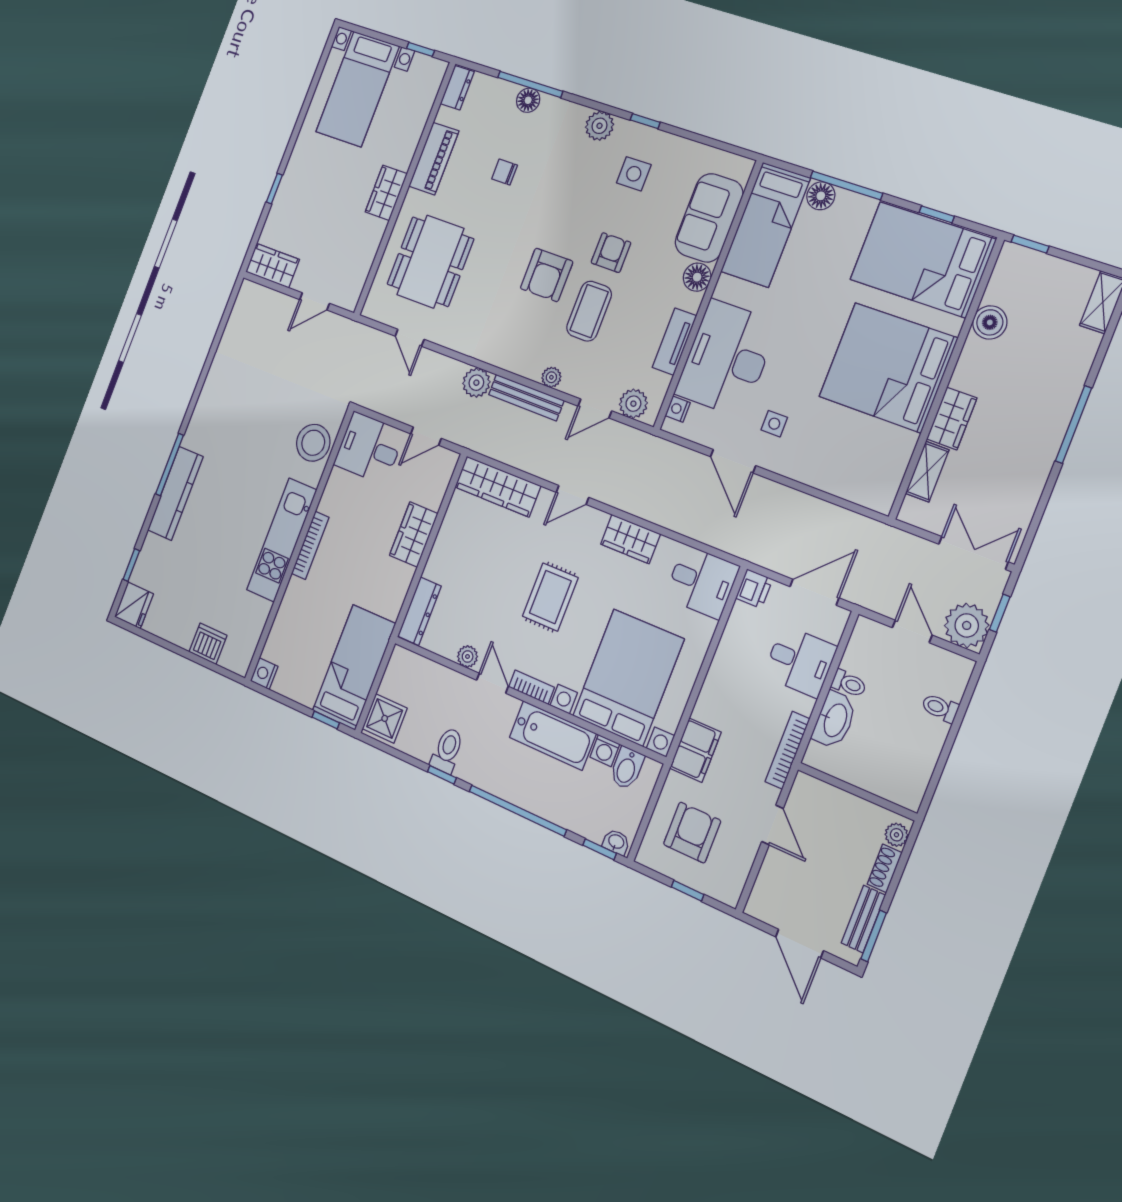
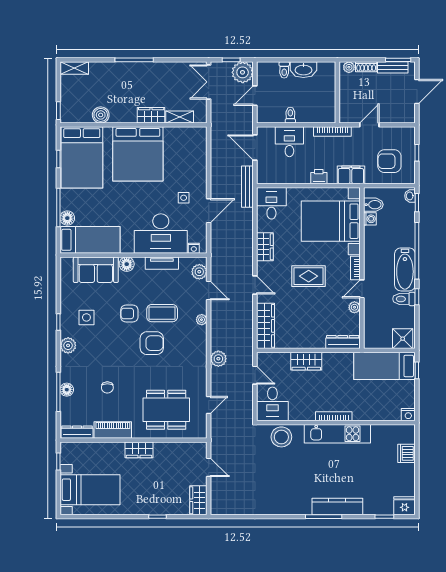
dresser: (457, 88) -> (77, 432), width x1.44
bench: (526, 398) -> (247, 187), moved
printer: (754, 589) -> (319, 177), moved
washbasin: (835, 720) -> (303, 70), moved, turned 180
bathtub: (553, 735) -> (405, 269), moved, turned 180

